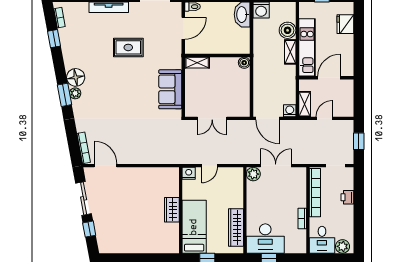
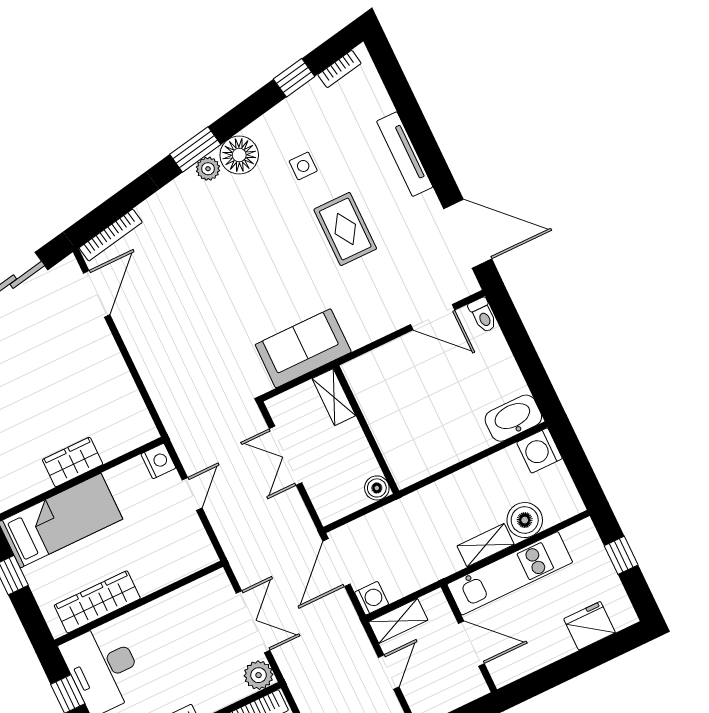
side table: (93, 53) -> (303, 166), added
wall: (217, 55) -> (366, 430), moved
shelving: (197, 63) -> (334, 397), moved
boiler: (244, 63) -> (377, 488), moved
door: (324, 118) -> (389, 672), hinge flipped
door: (209, 166) -> (192, 494), swing flipped
plant: (253, 174) -> (259, 675), moved

